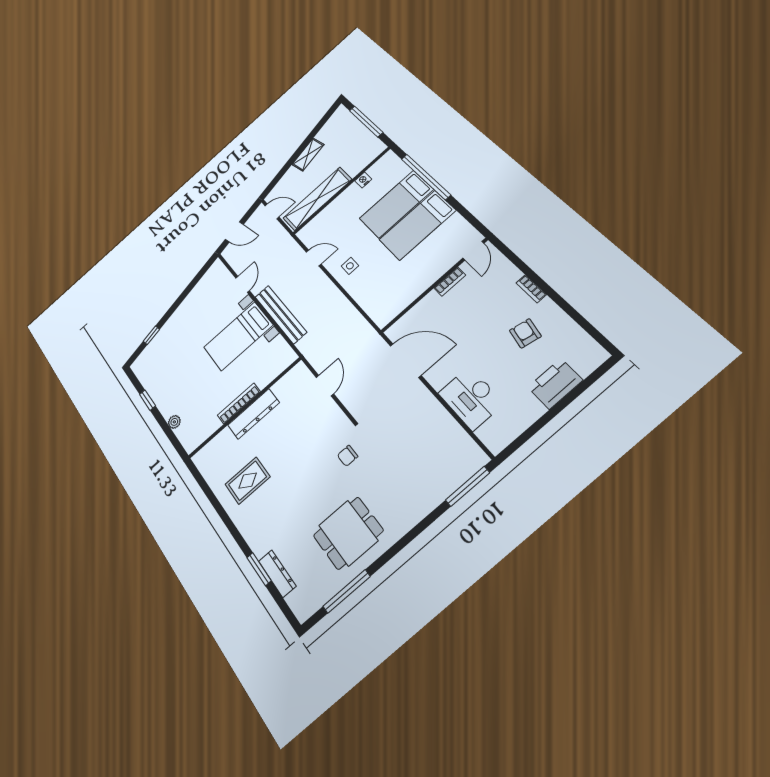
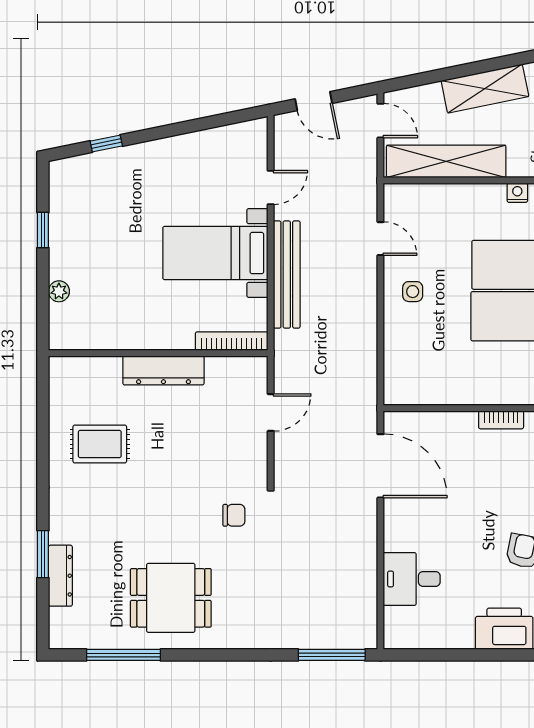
shelving: (308, 155) -> (485, 89), width x1.50, depth x1.33
desk: (471, 398) -> (412, 579), width x0.73
bookcase: (239, 403) -> (232, 341), moved
chair: (348, 456) -> (234, 515), turned 180

